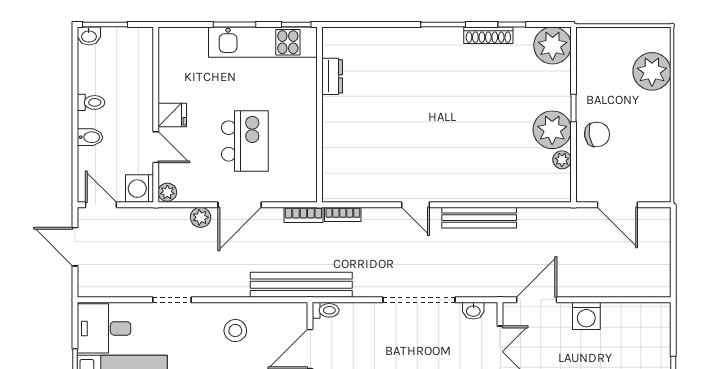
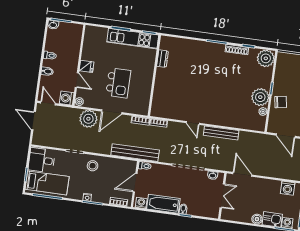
plant: (201, 217) -> (88, 119), width x1.87, depth x1.87
door: (537, 300) -> (242, 174), hinge flipped
washing machine: (586, 316) -> (288, 188), moved
stool: (235, 331) -> (93, 166), moved

